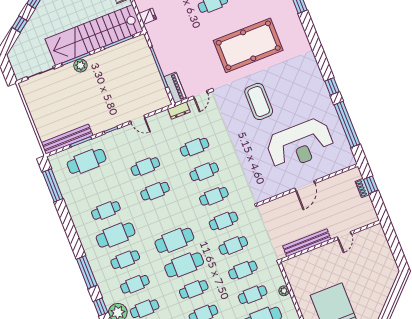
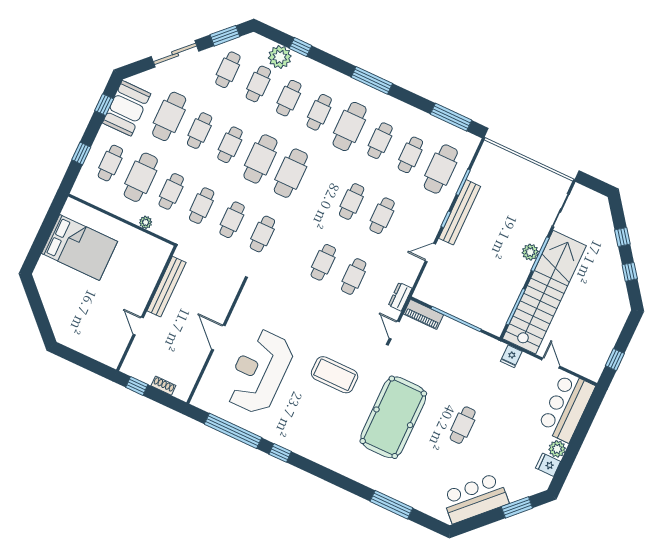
bench: (67, 139) -> (460, 212), moved
window: (371, 185) -> (137, 386), moved
cafe table: (214, 196) -> (410, 155), moved
window: (87, 272) -> (372, 80), moved

